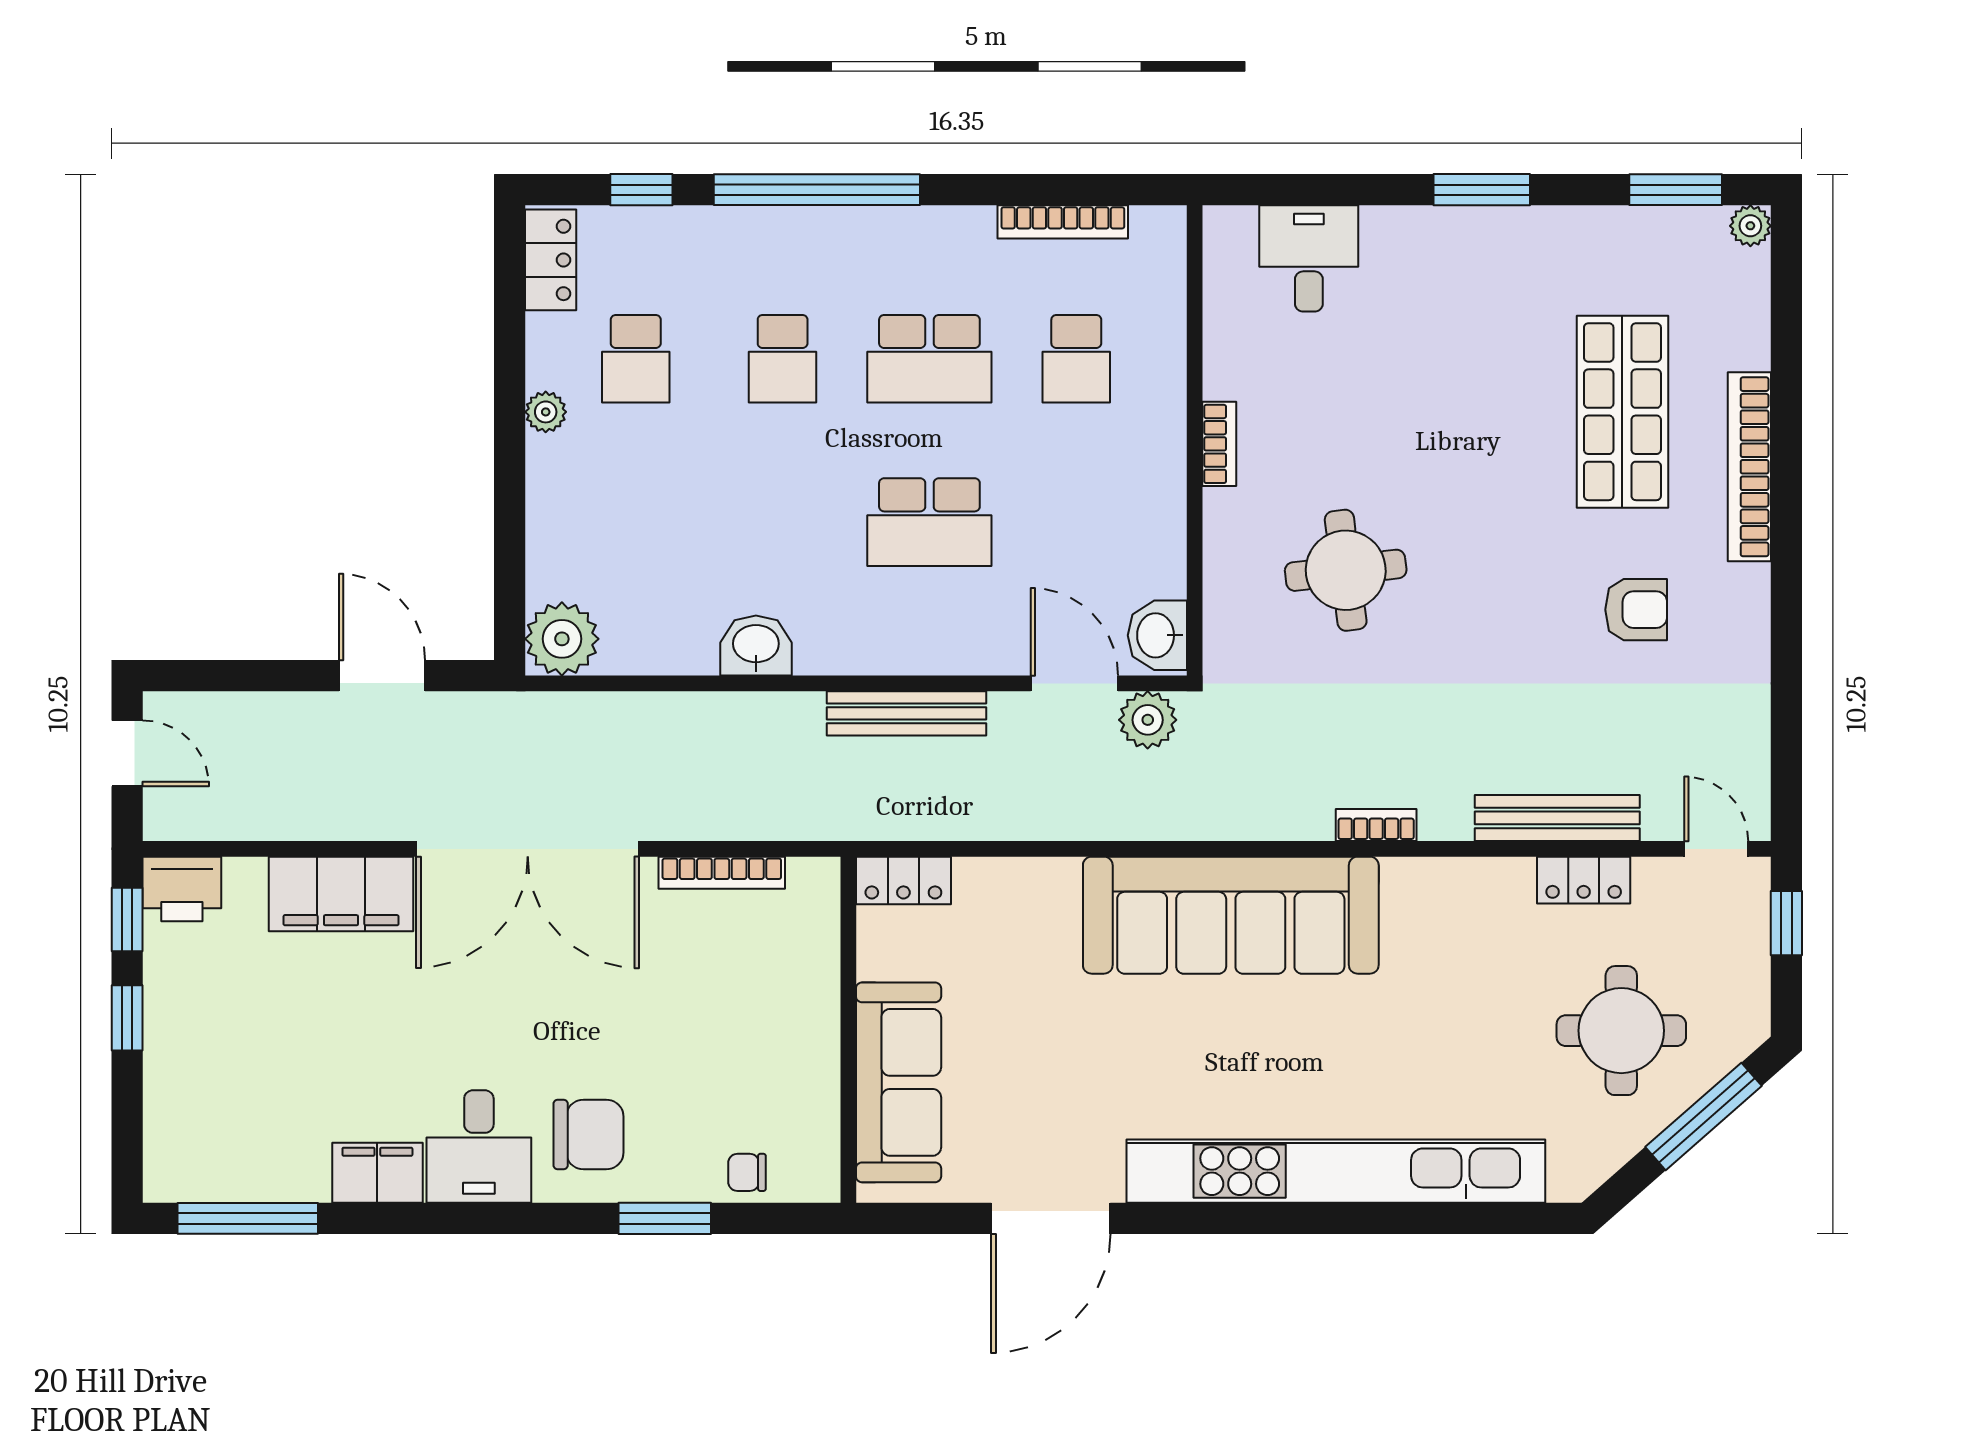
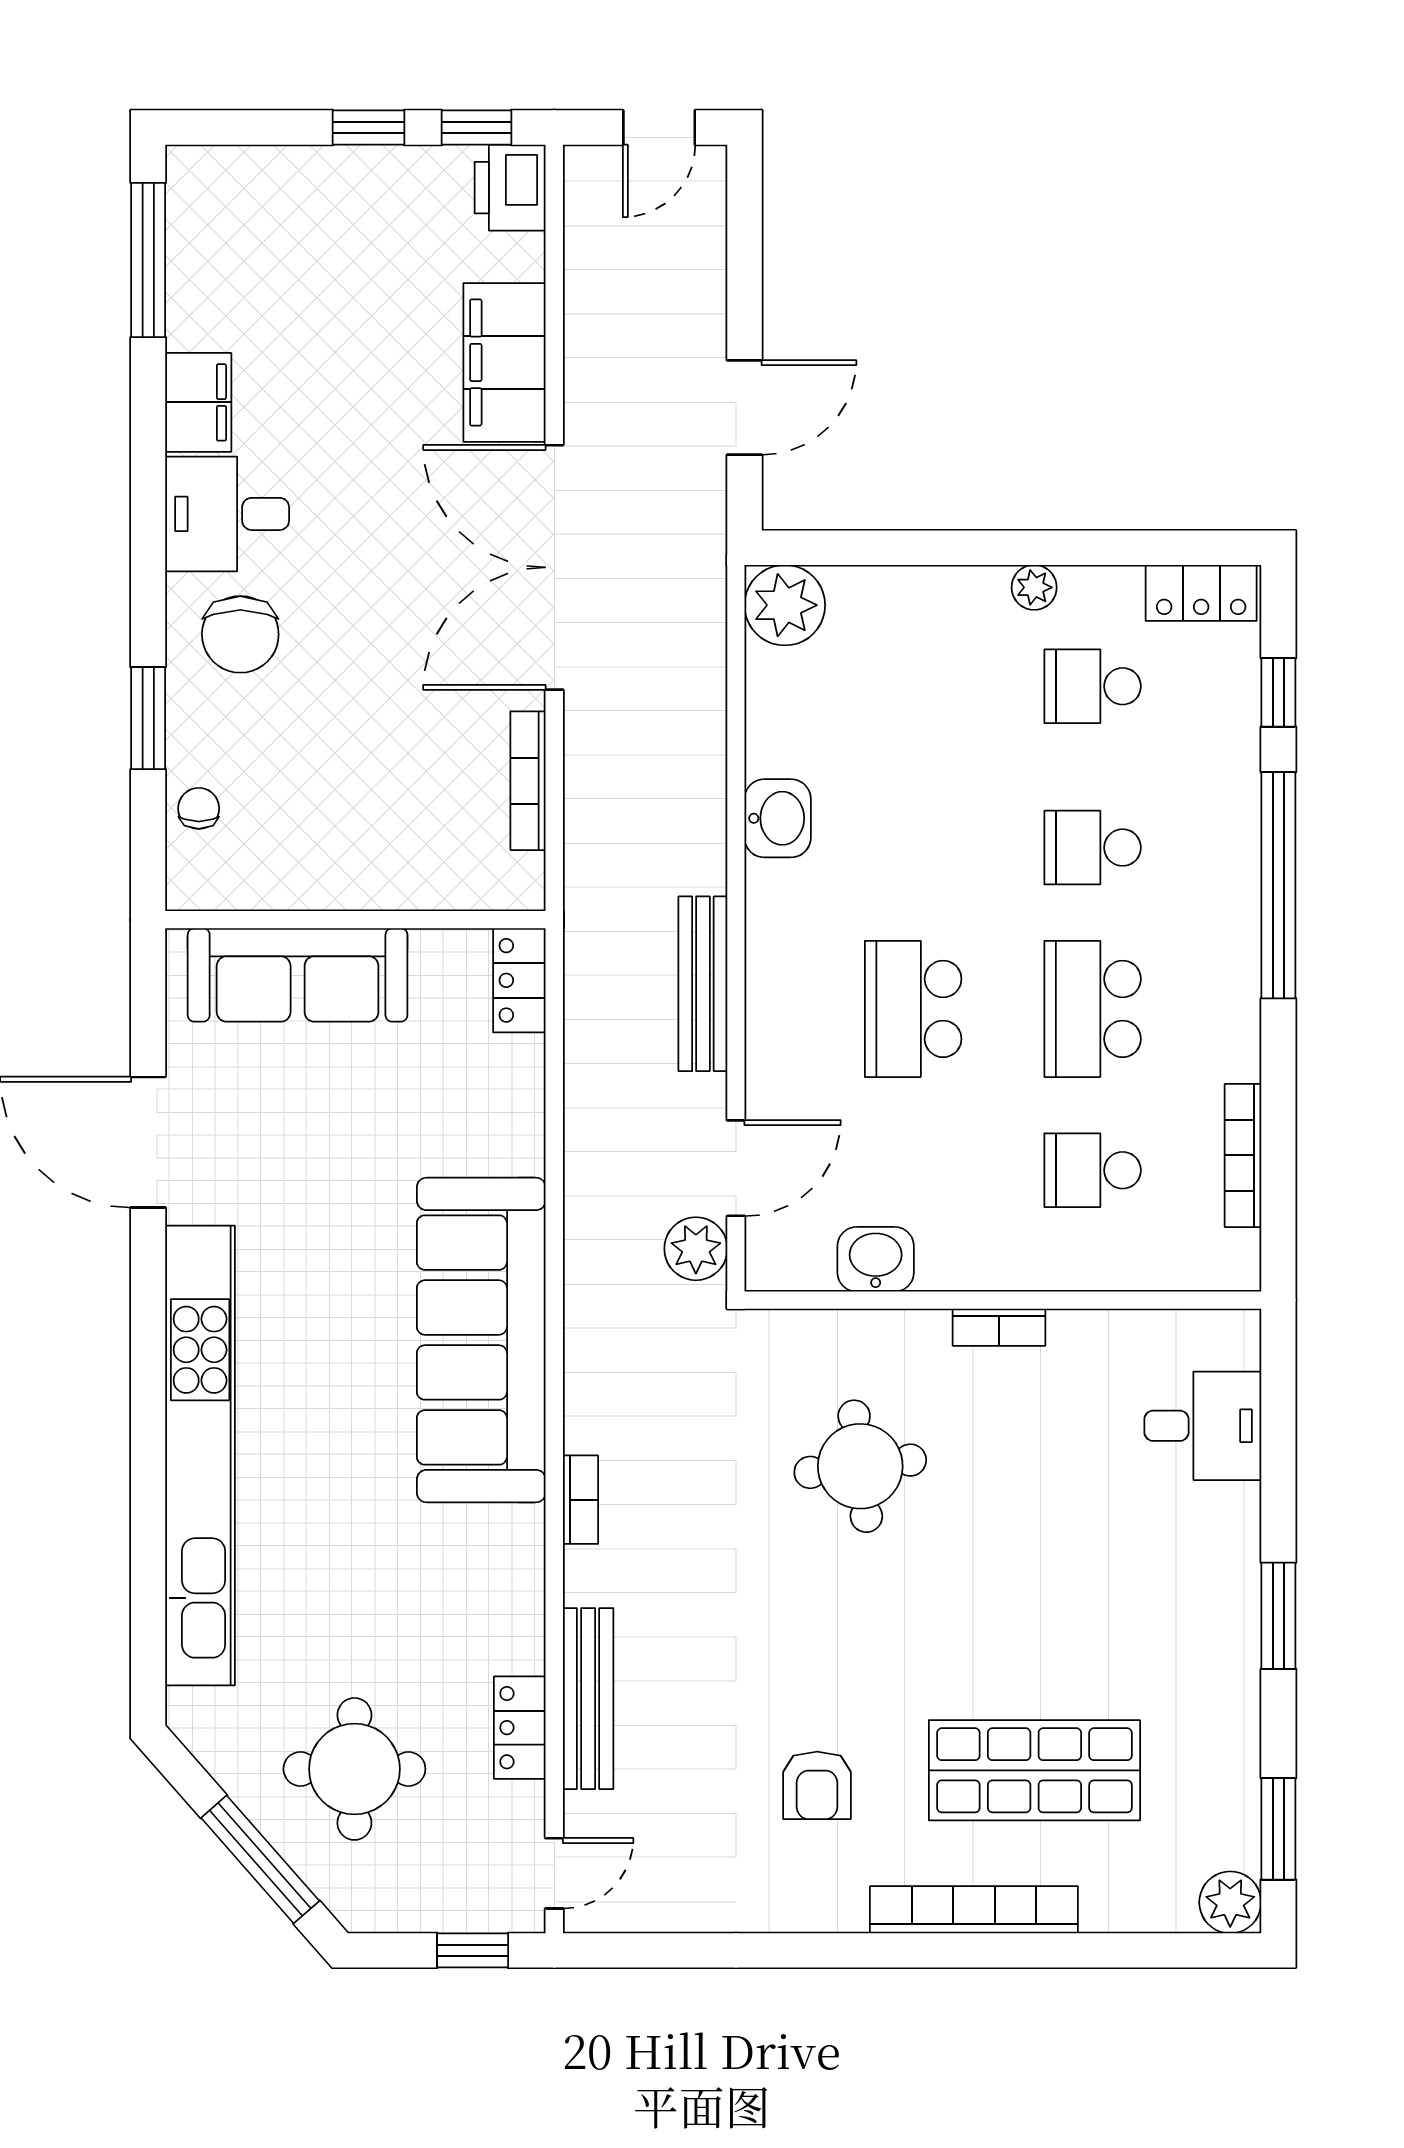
plant: (1750, 226) -> (1230, 1902), width x1.38, depth x1.38
washbasin: (1157, 635) -> (876, 1259), moved

